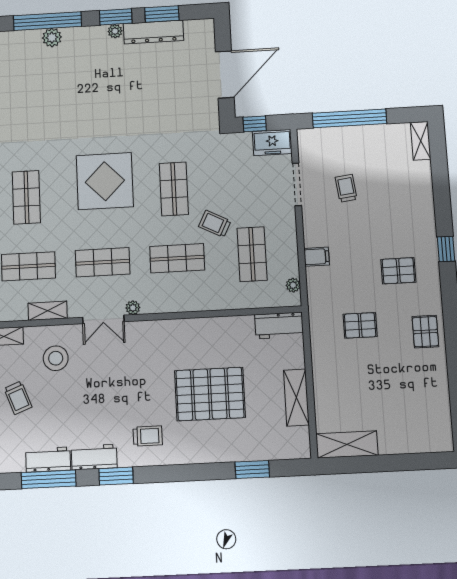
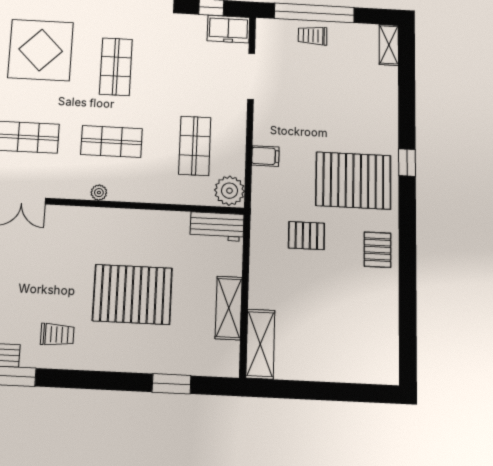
trolley: (346, 188) -> (313, 36), moved, turned -83
trolley: (215, 224) -> (157, 109), removed
pallet: (398, 271) -> (353, 181), width x2.05, depth x2.00
plant: (293, 285) -> (229, 191), width x1.88, depth x1.88
plant: (133, 308) -> (99, 193), moved
shelving: (347, 444) -> (260, 344), moved, turned 90

